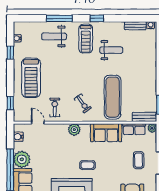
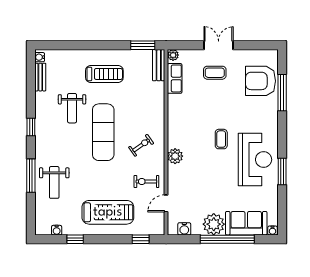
treadmill: (86, 39) -> (104, 74), moved
weight bench: (111, 50) -> (72, 108), turned 180
exercise mat: (113, 97) -> (103, 132), moved, turned 90
sofa: (106, 133) -> (179, 115), removed

